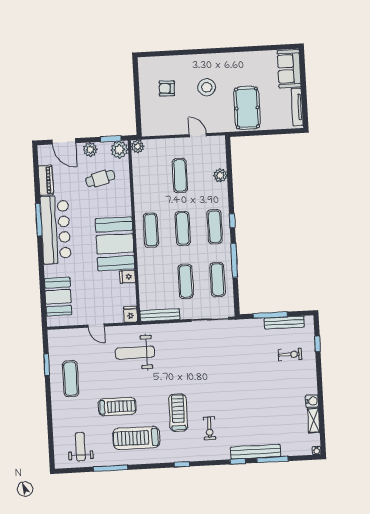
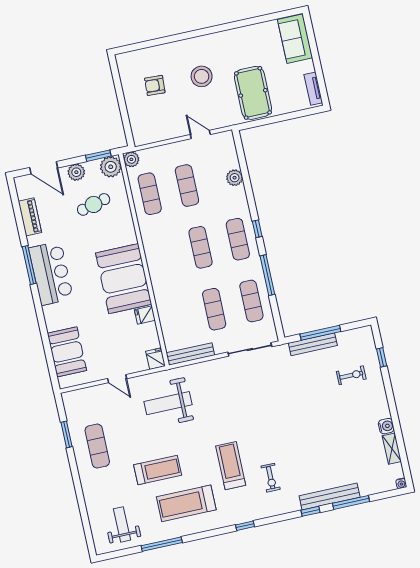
tv unit: (297, 107) -> (313, 89), width x0.71
bar counter: (56, 230) -> (51, 273), width x0.73
exercise mat: (151, 230) -> (150, 194), moved
bench: (284, 322) -> (313, 344), moved

